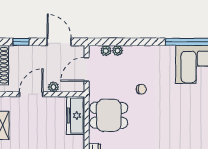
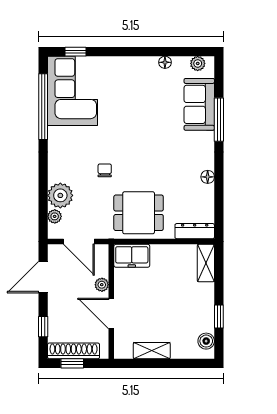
plant: (118, 51) -> (60, 195), width x1.88, depth x1.88
dining table: (109, 115) -> (139, 213), turned 90
freezer: (76, 116) -> (132, 256), width x0.71

